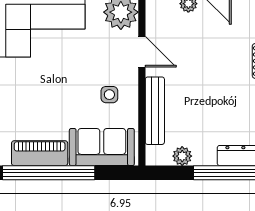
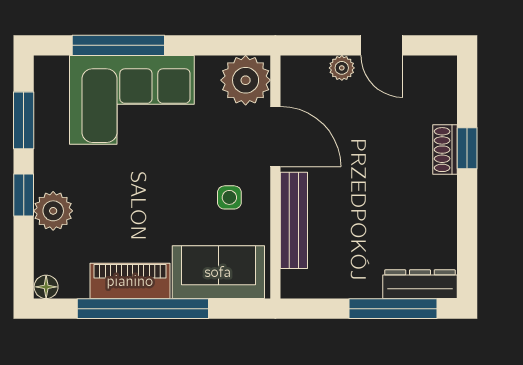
door: (142, 52) -> (275, 136), width x1.38
plant: (182, 156) -> (333, 285), removed

